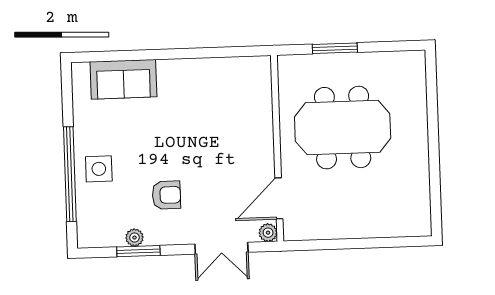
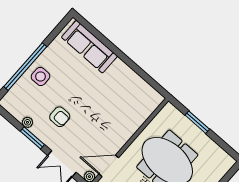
sofa: (123, 79) -> (89, 47), width x1.36
window: (138, 251) -> (32, 138), moved

